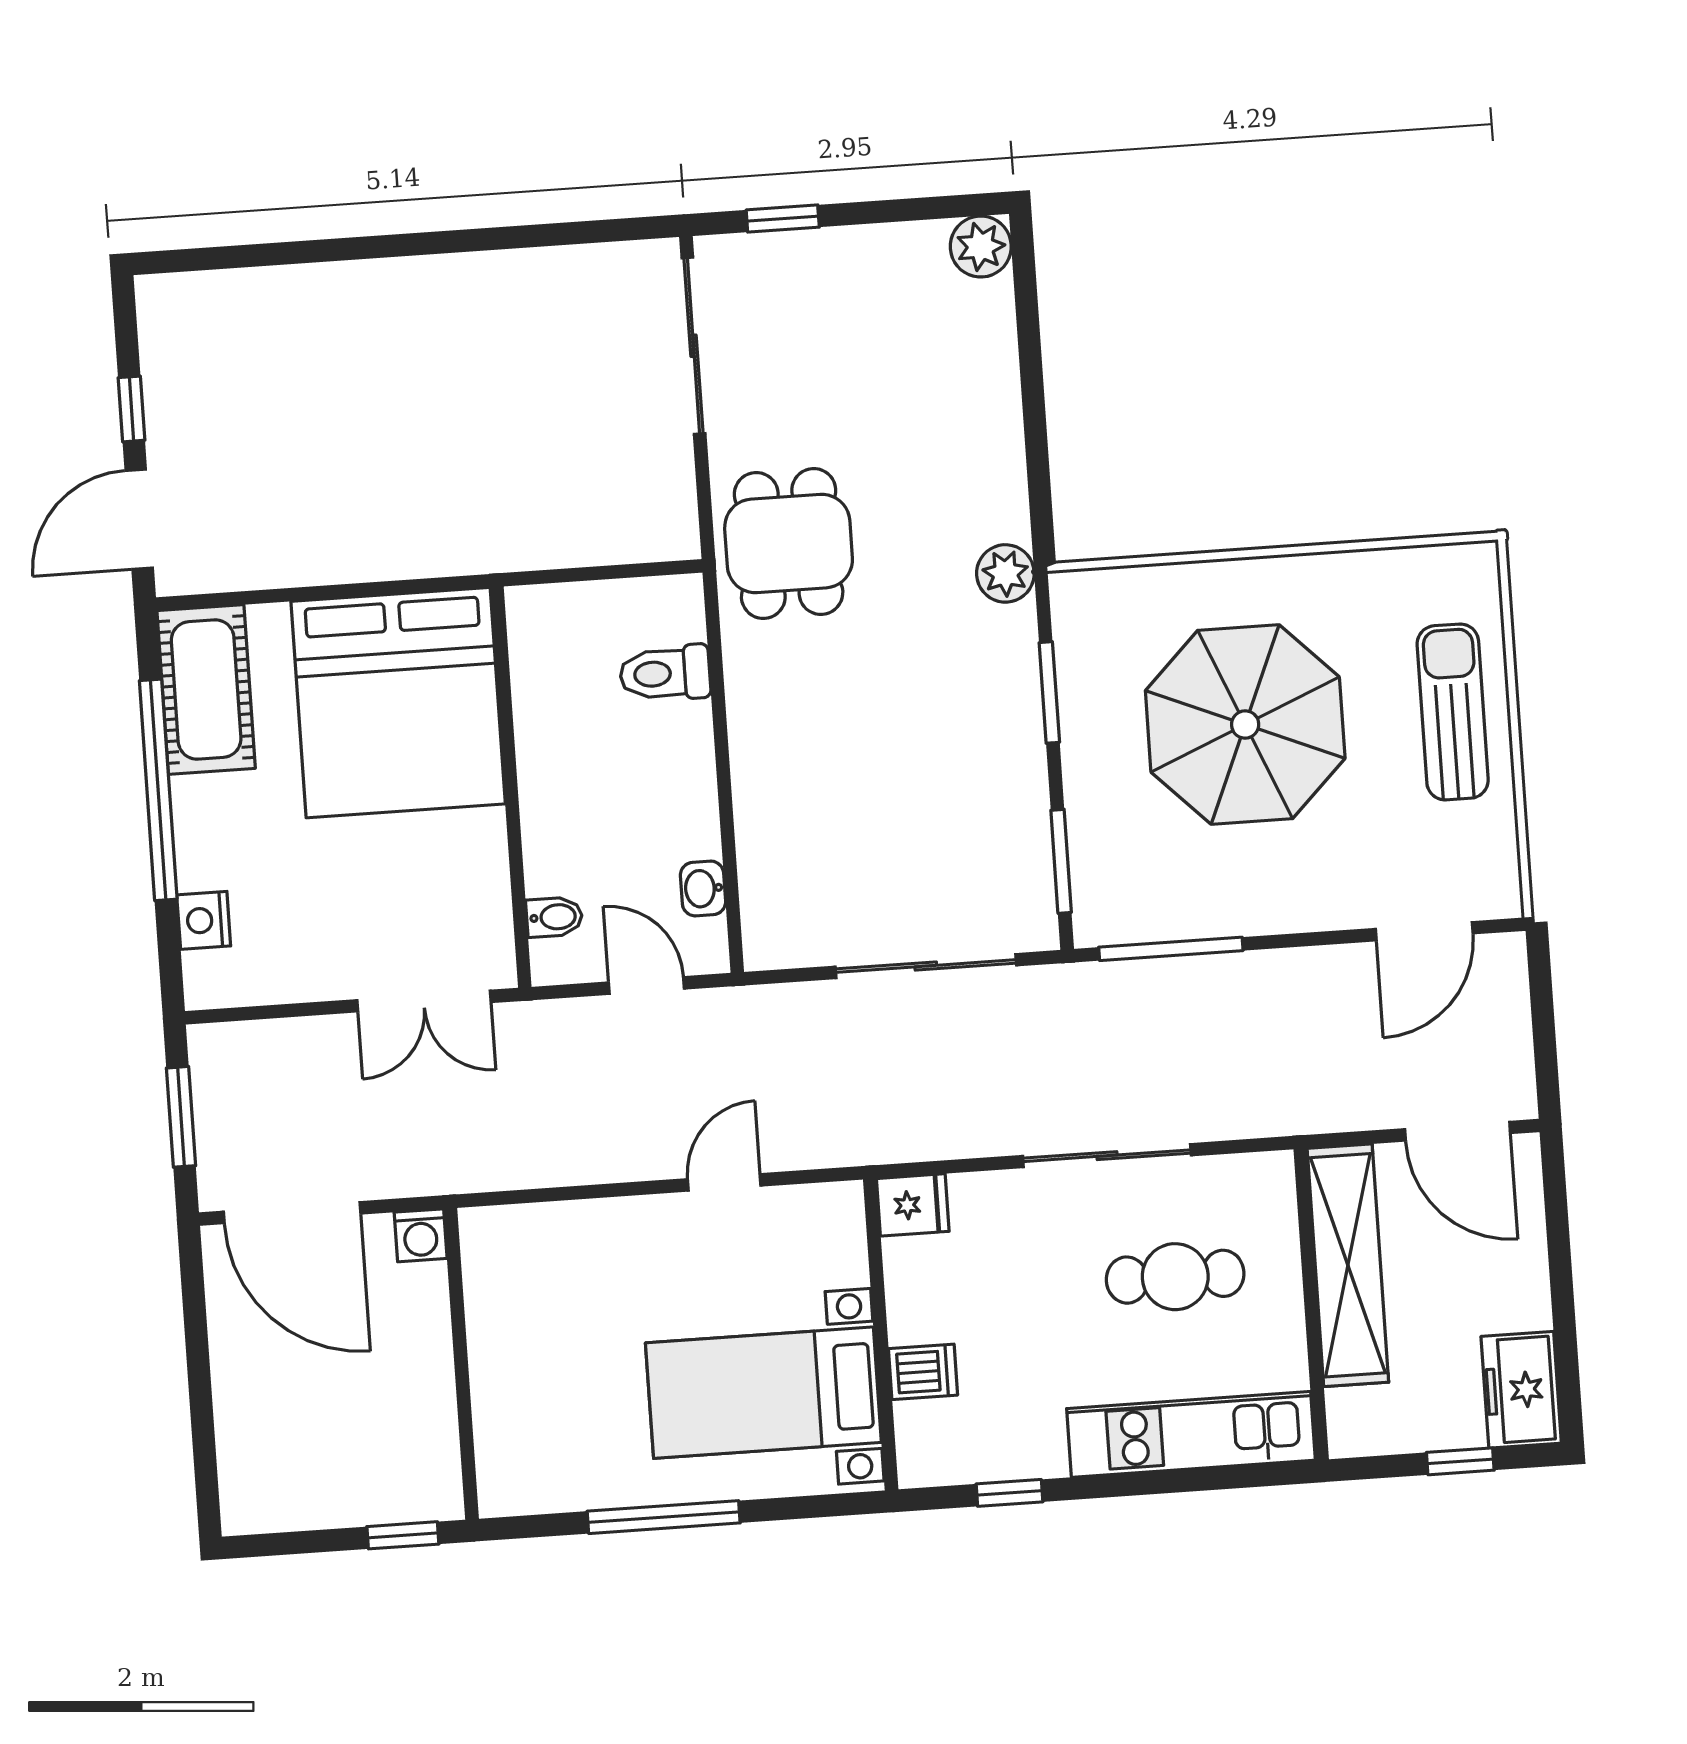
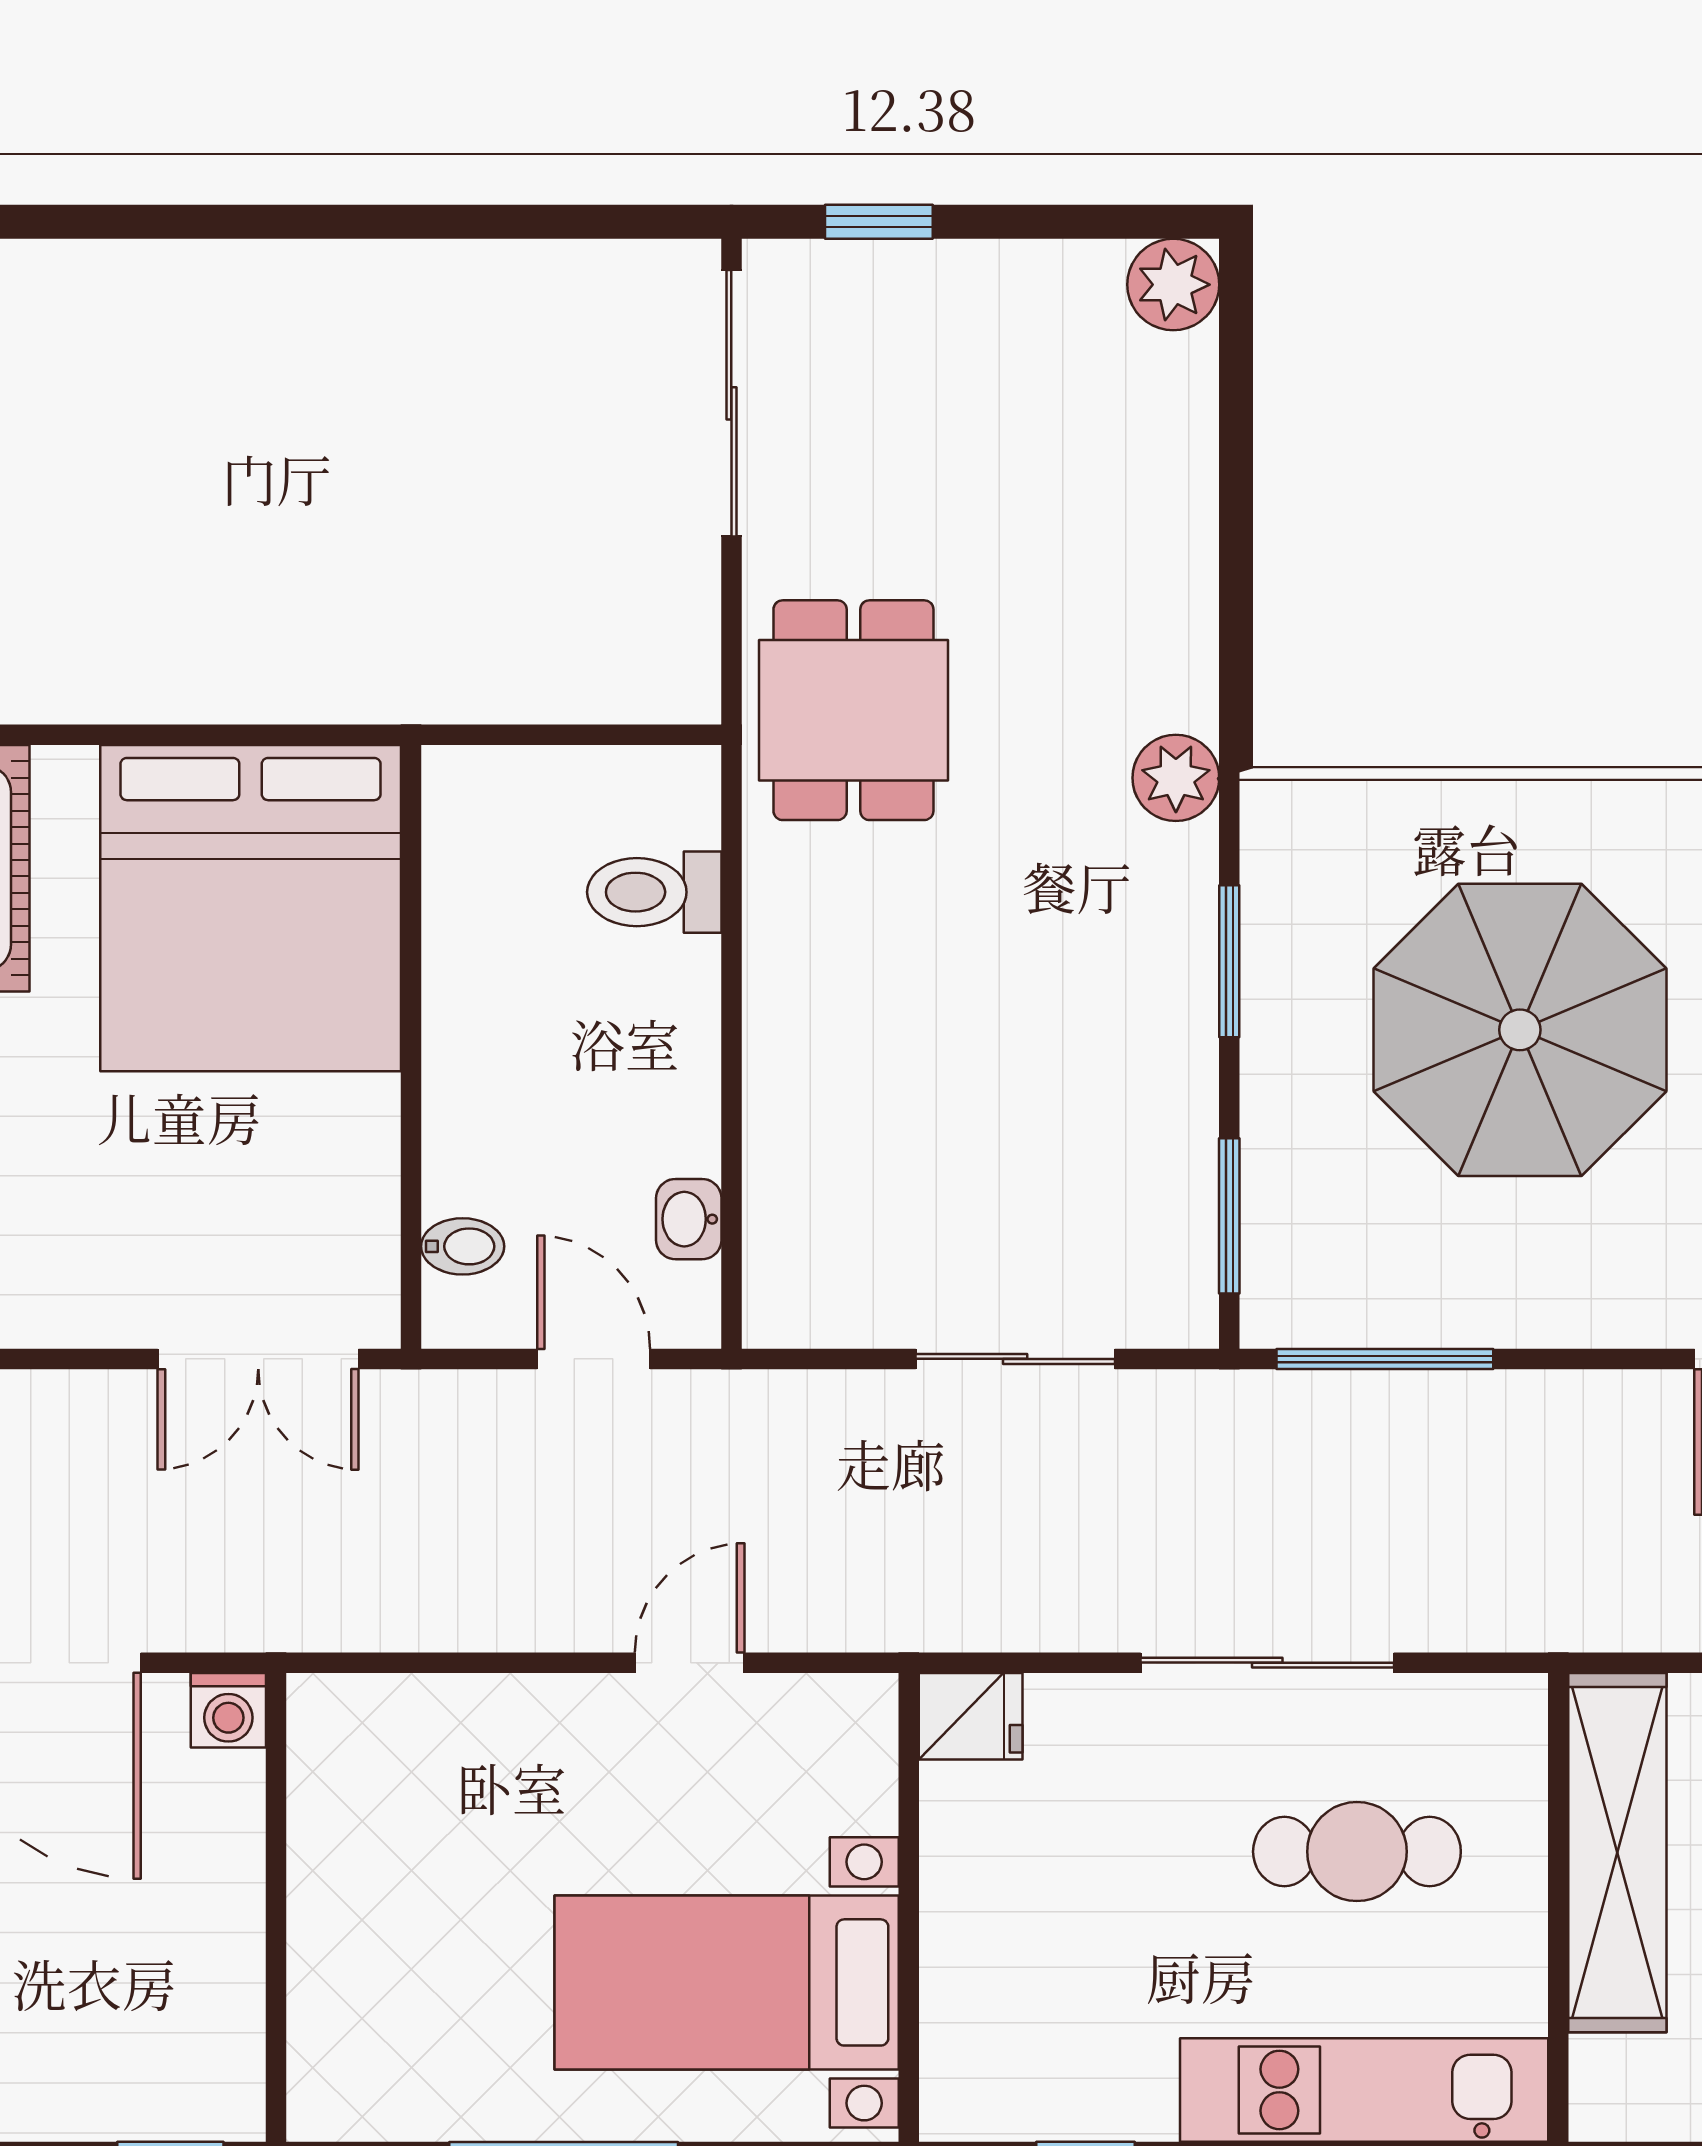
sliding door: (926, 966) -> (1015, 1359), width x0.73
dishwasher: (923, 1372) -> (968, 1968), removed

